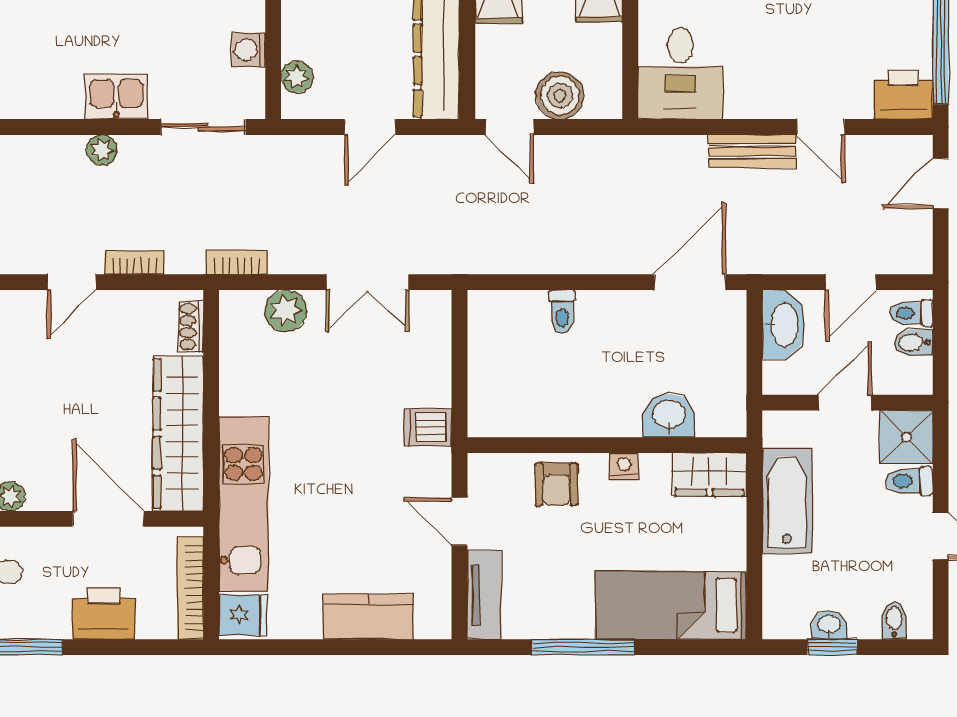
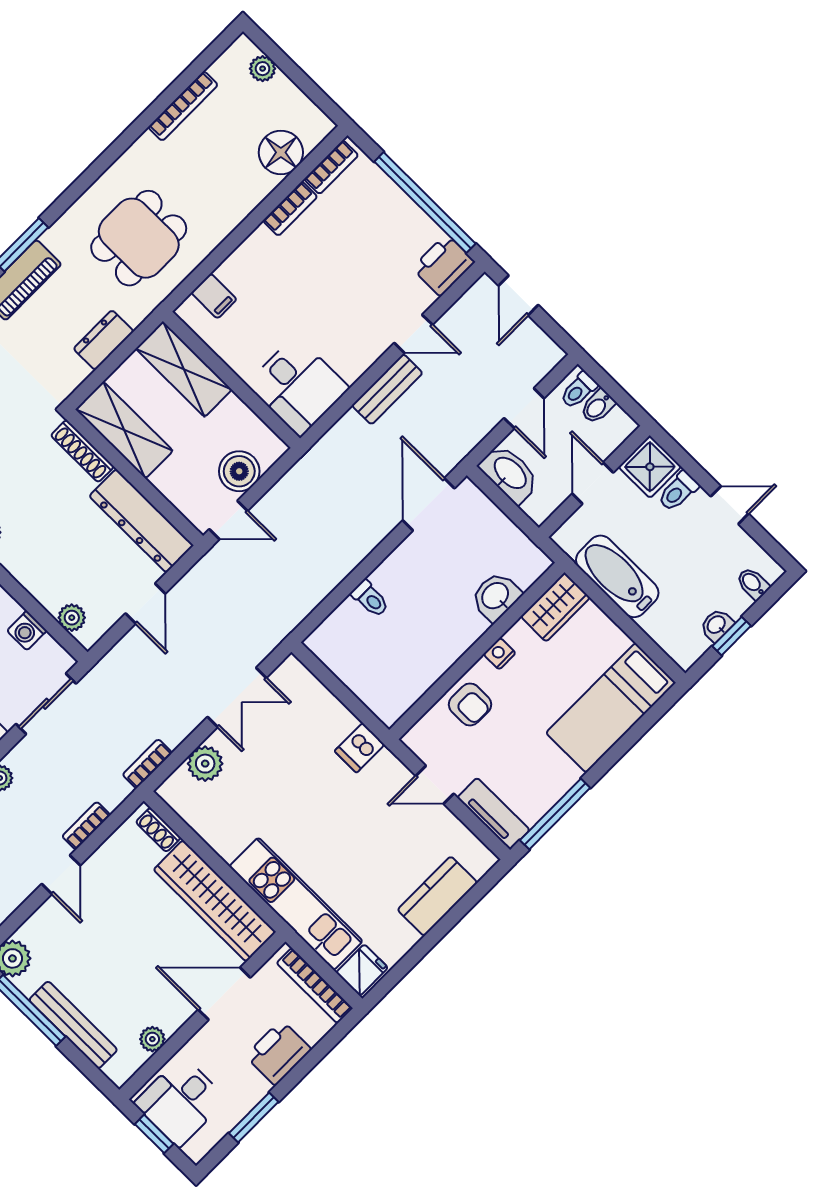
window: (583, 647) -> (555, 814), moved

